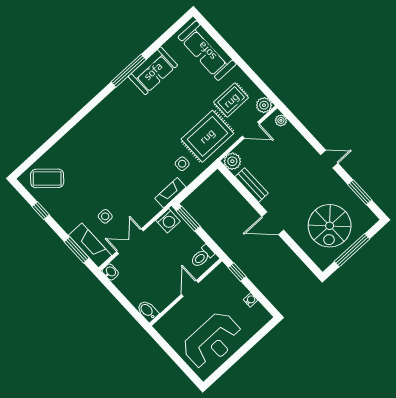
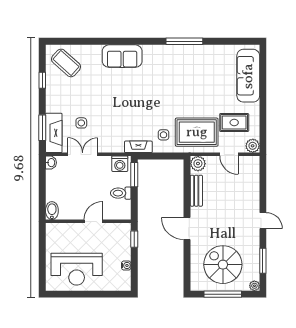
sofa: (153, 71) -> (122, 56), moved
plant: (281, 120) -> (254, 286), moved
spiral stairs: (330, 226) -> (223, 265), turned 90
toilet: (202, 256) -> (121, 193), moved

